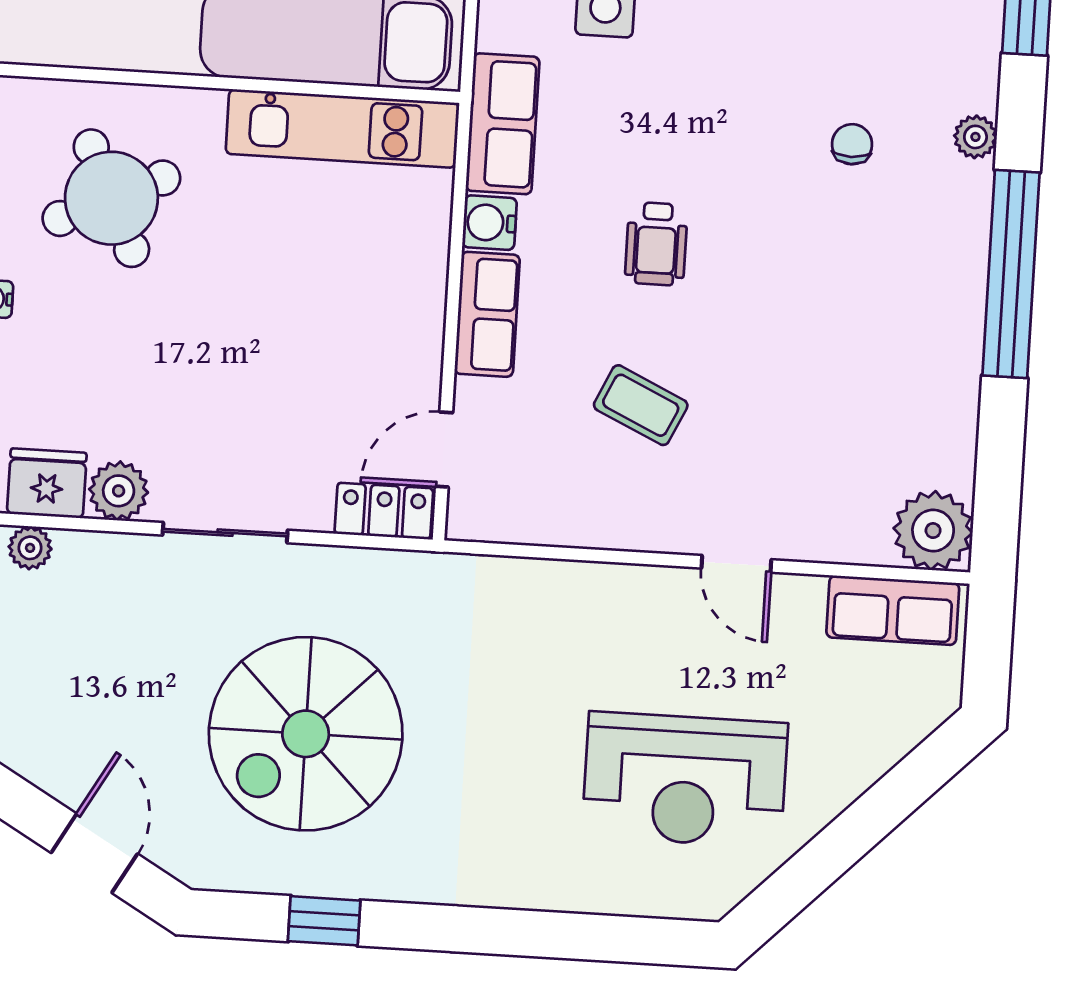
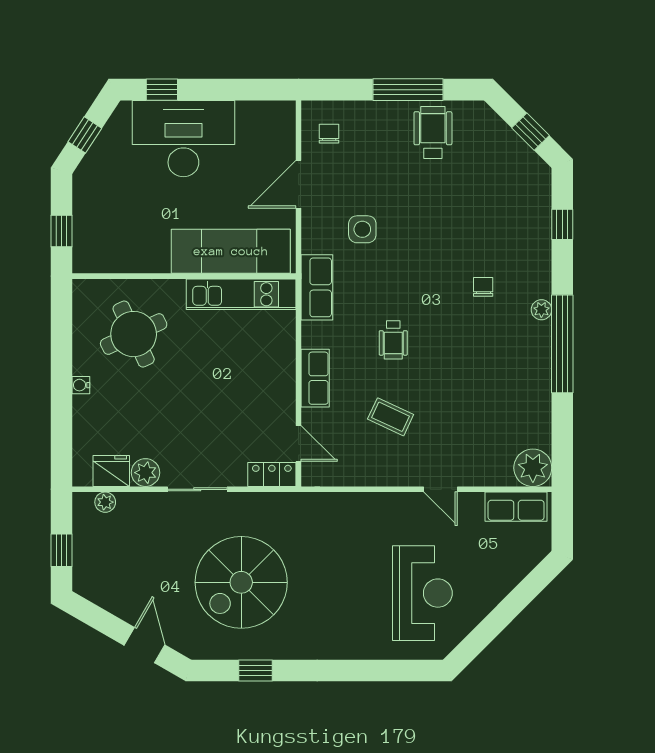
plant: (975, 137) -> (541, 310), moved
water cooler: (490, 223) -> (314, 335), removed
door: (444, 450) -> (299, 444), swing flipped
reception desk: (685, 780) -> (422, 593), turned -90

